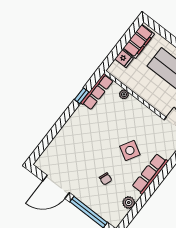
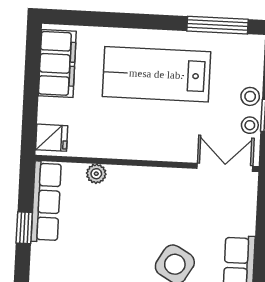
fridge: (124, 59) -> (52, 138), moved

